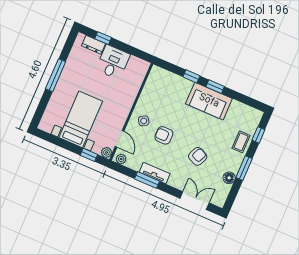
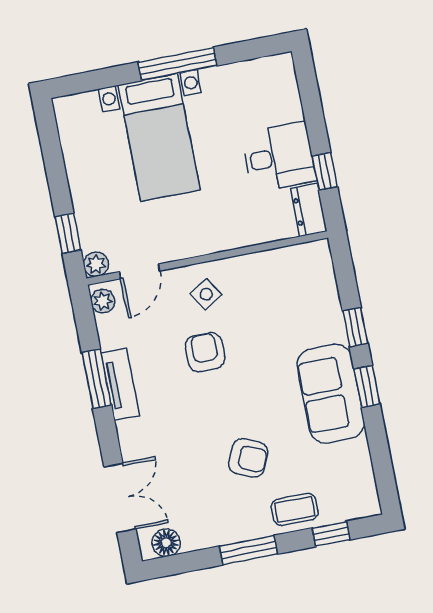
window: (103, 38) -> (325, 171), moved
dresser: (93, 45) -> (309, 210), moved
bed with nightstands: (81, 119) -> (159, 137), moved, turned 90
armchair: (198, 156) -> (248, 458), moved
floor lamp: (229, 178) -> (166, 543), moved

